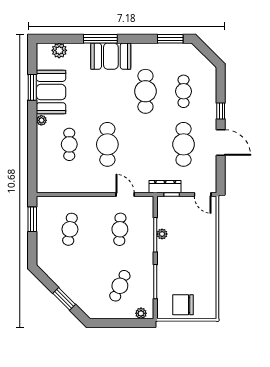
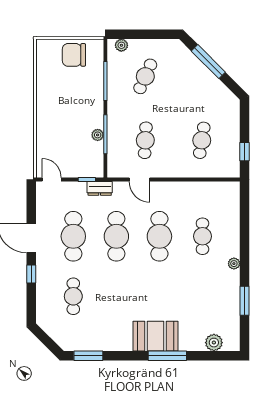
cafe table: (145, 91) -> (116, 236), moved
booth: (51, 92) -> (223, 295), removed
dresser: (165, 187) -> (100, 188), width x0.70
window: (32, 219) -> (244, 152), width x0.67
window: (64, 299) -> (208, 62), width x1.44
chair: (183, 305) -> (74, 55), turned 180

